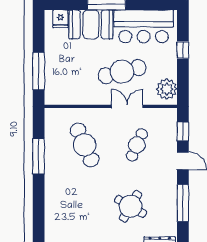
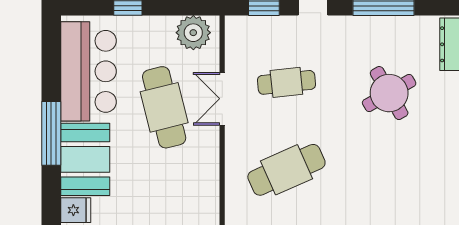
cafe table: (137, 145) -> (286, 82), turned -30
round table: (131, 206) -> (389, 93), turned 30

